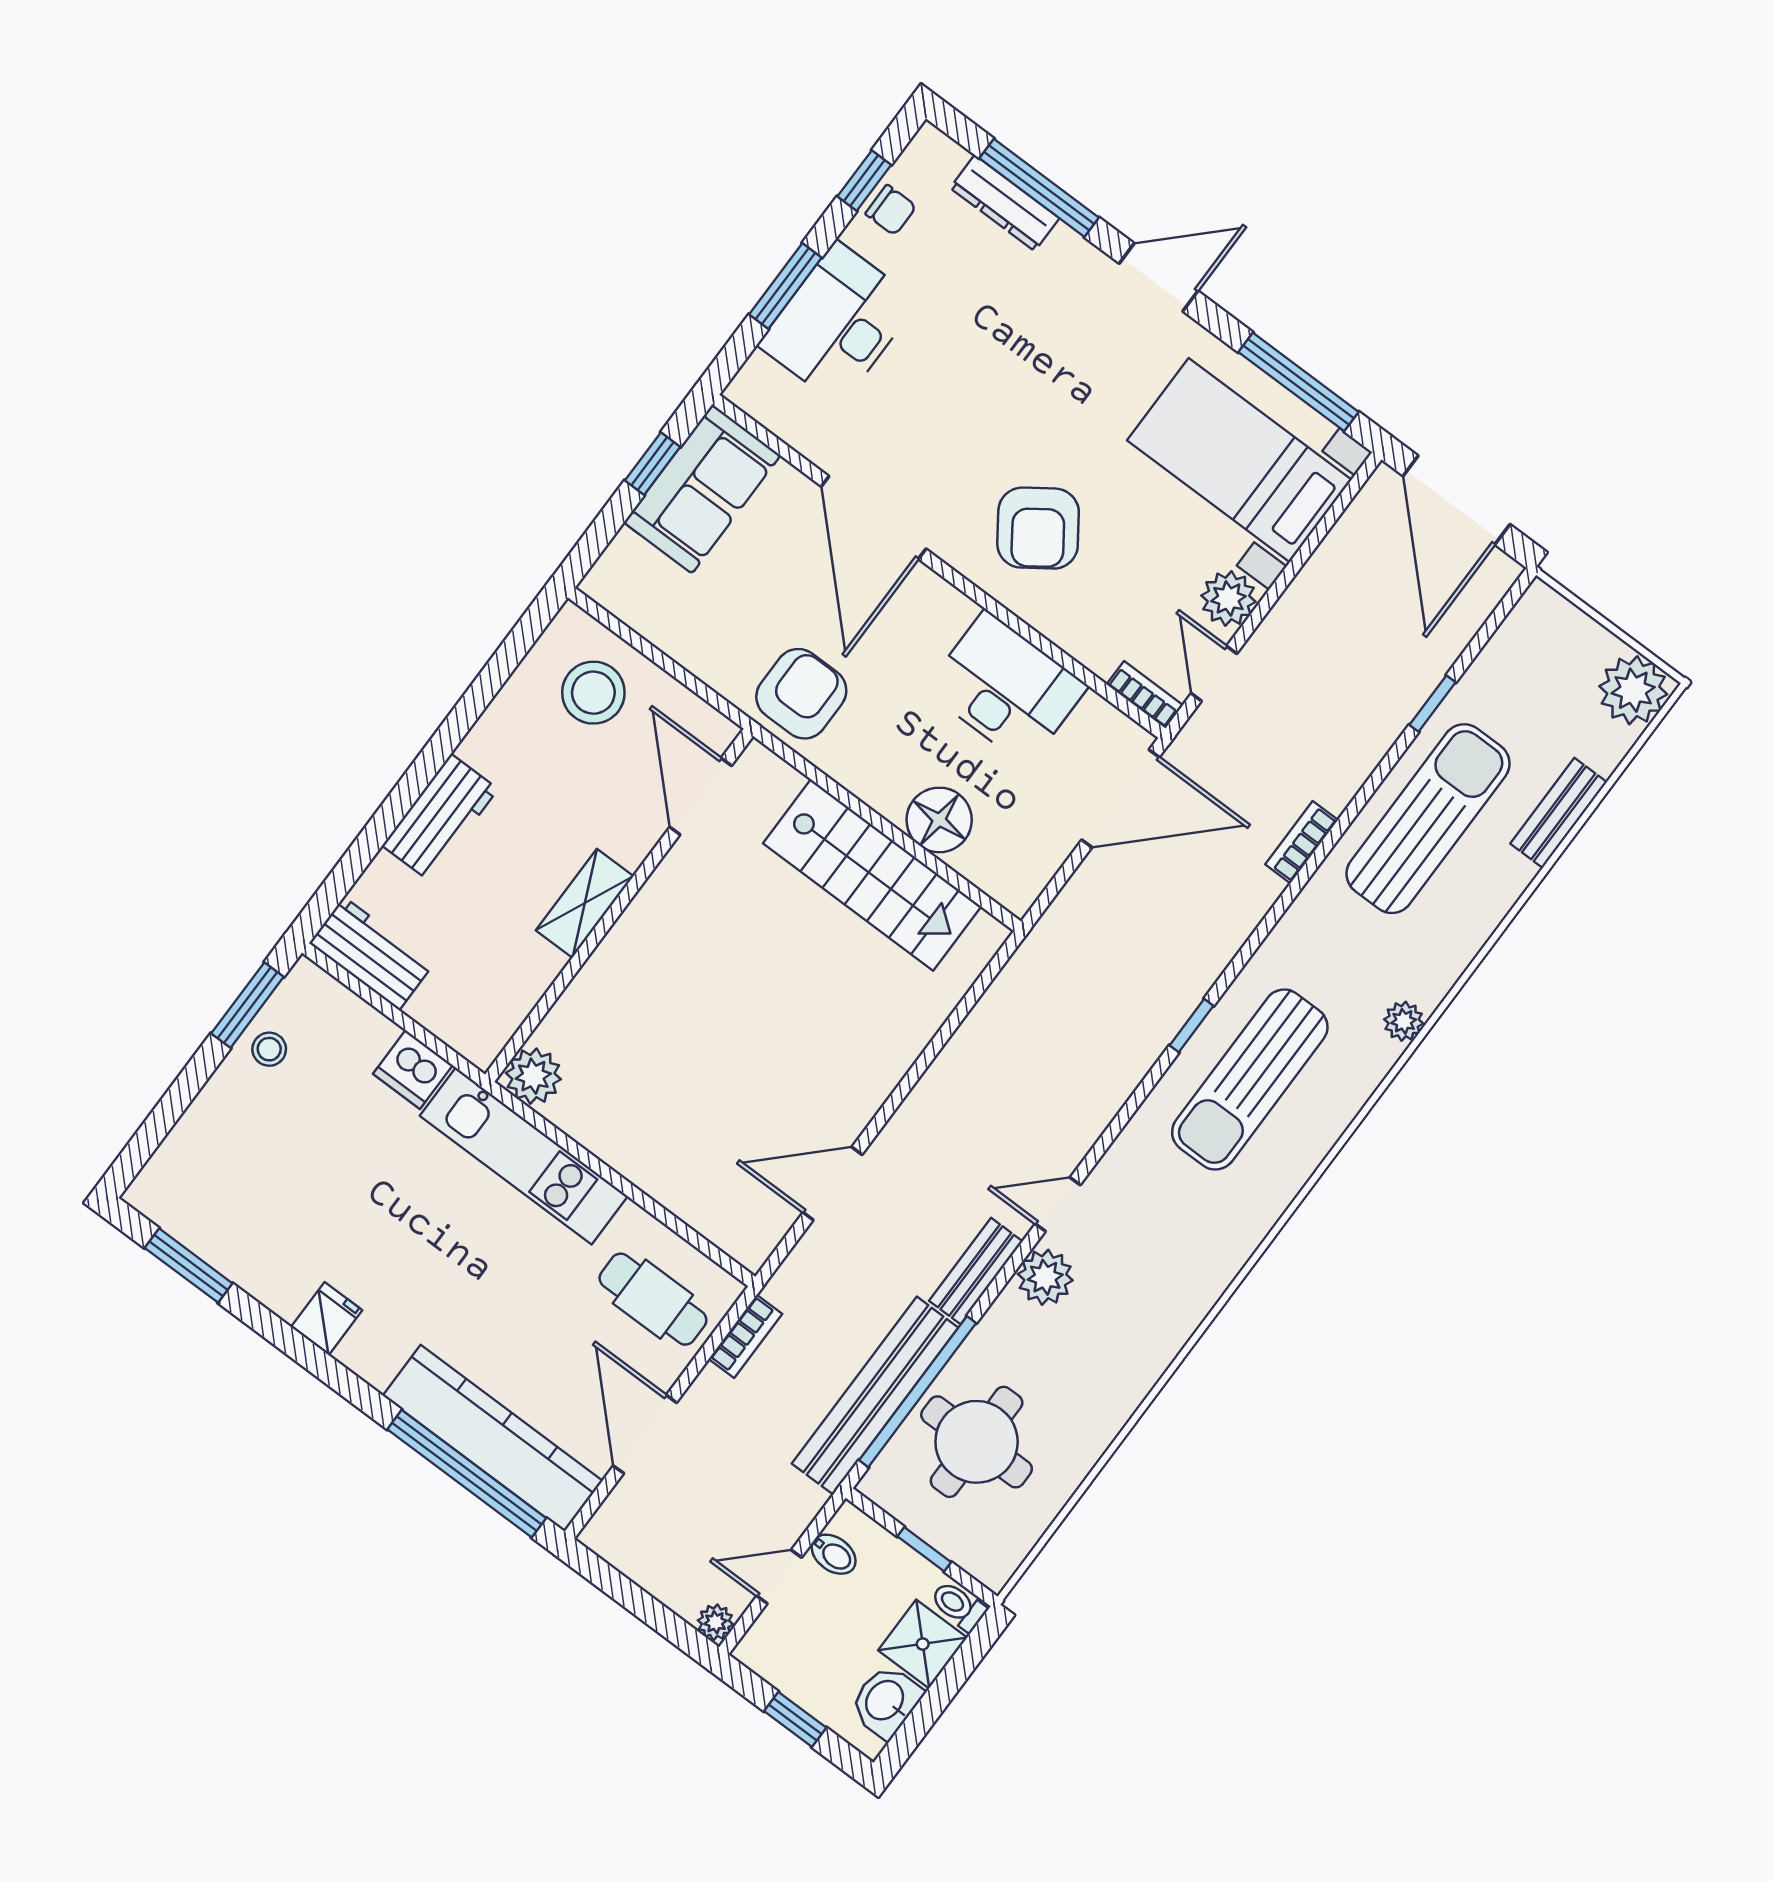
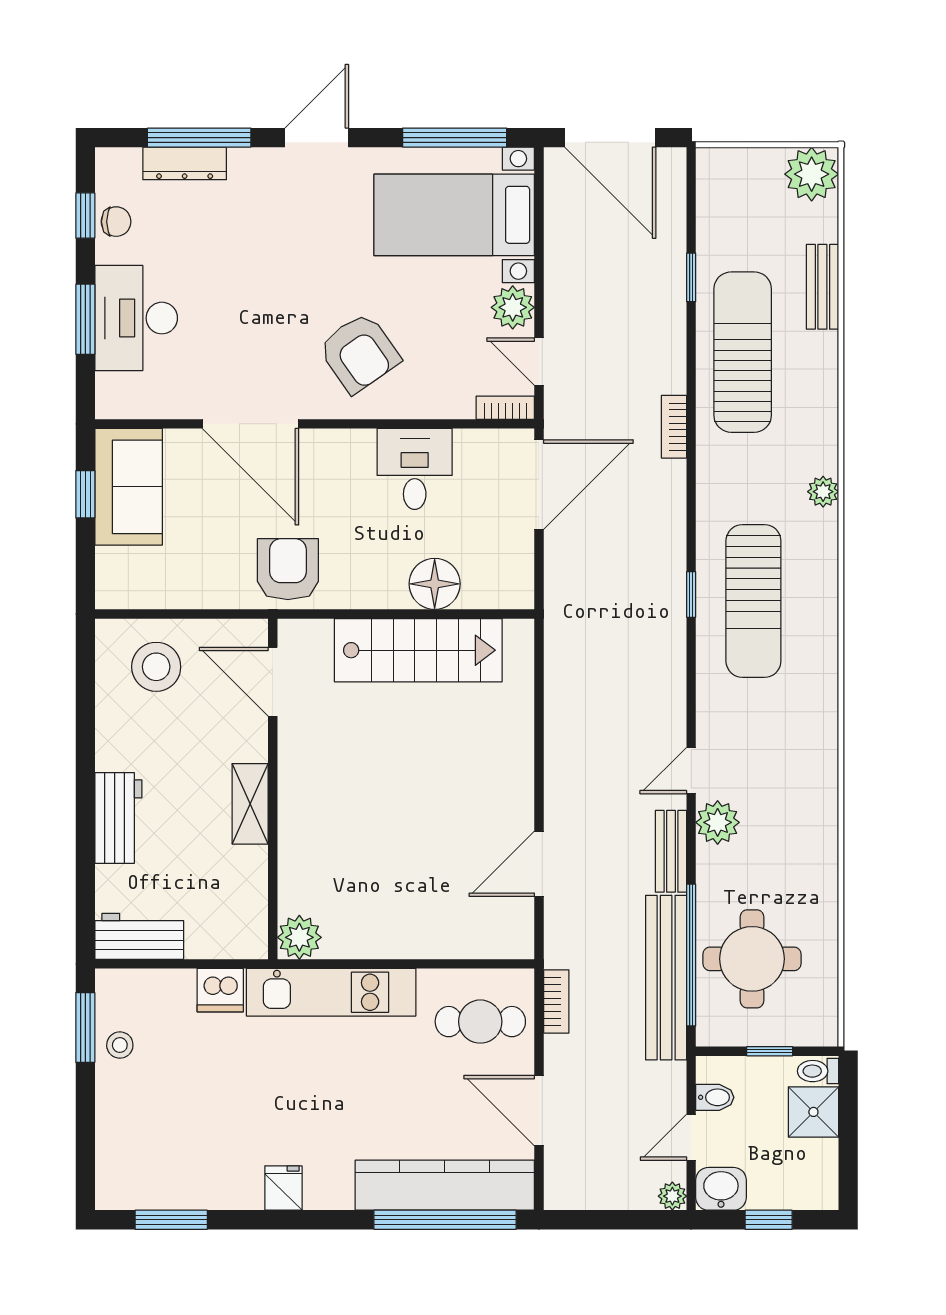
desk: (1006, 688) -> (415, 469), width x0.73
washbasin: (886, 1701) -> (721, 1189), moved, turned 90

